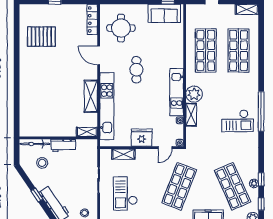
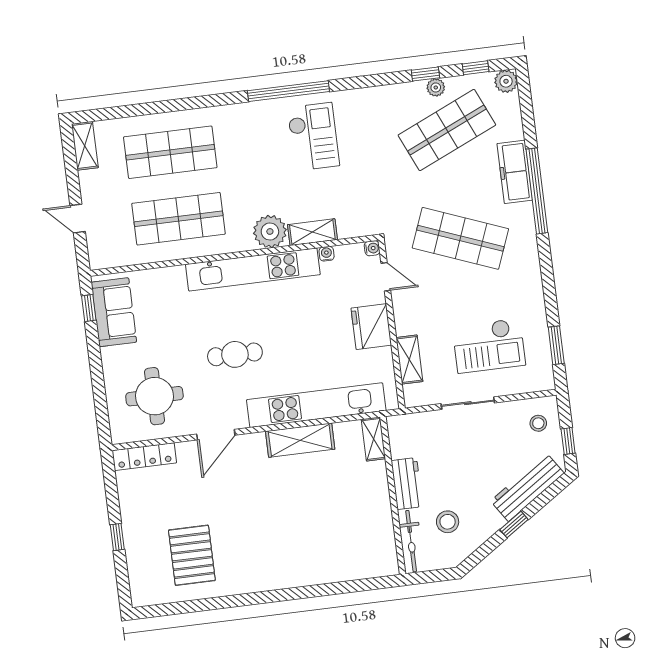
kitchen unit: (177, 92) -> (253, 269), width x1.36

